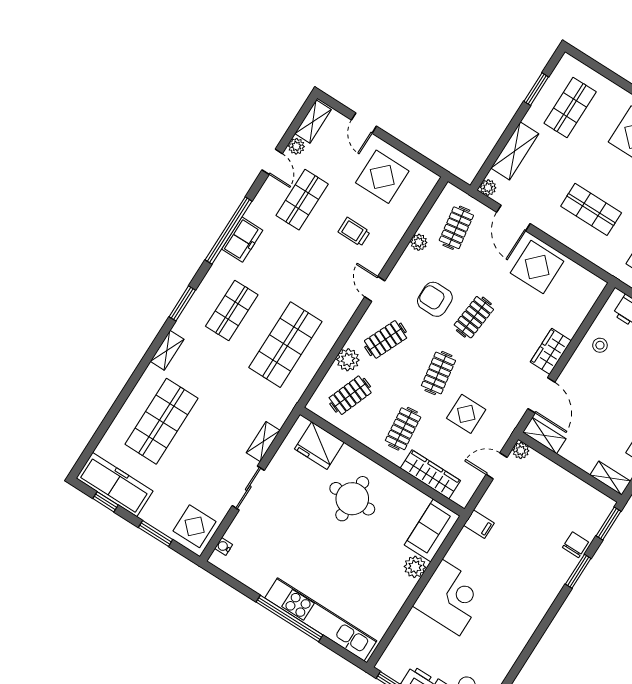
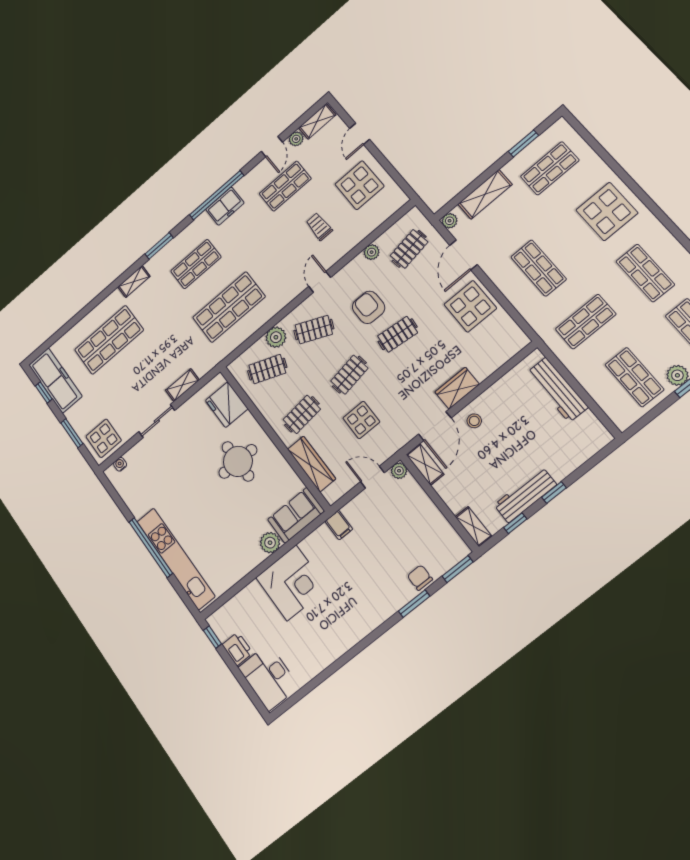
stool: (600, 345) -> (474, 421), moved
chair: (575, 545) -> (420, 578), turned -90

